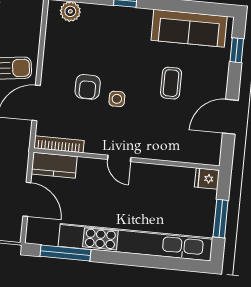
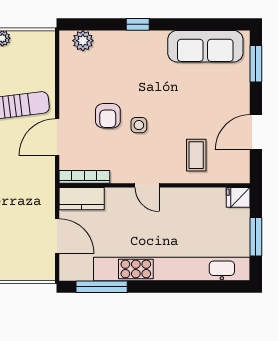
window: (237, 50) -> (256, 64), width x1.50
coffee table: (171, 83) -> (196, 155), moved

